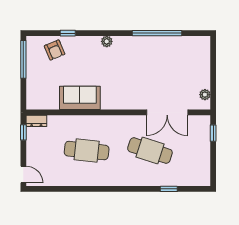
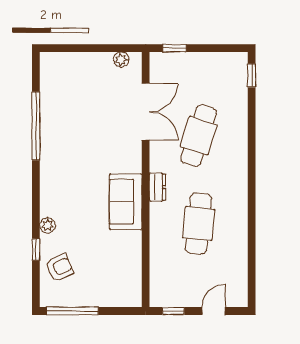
plant: (107, 41) -> (48, 225), moved
sofa: (80, 98) -> (126, 202), moved
dresser: (36, 121) -> (157, 187), moved
door: (23, 175) -> (214, 311), moved
window: (169, 189) -> (252, 75), moved

